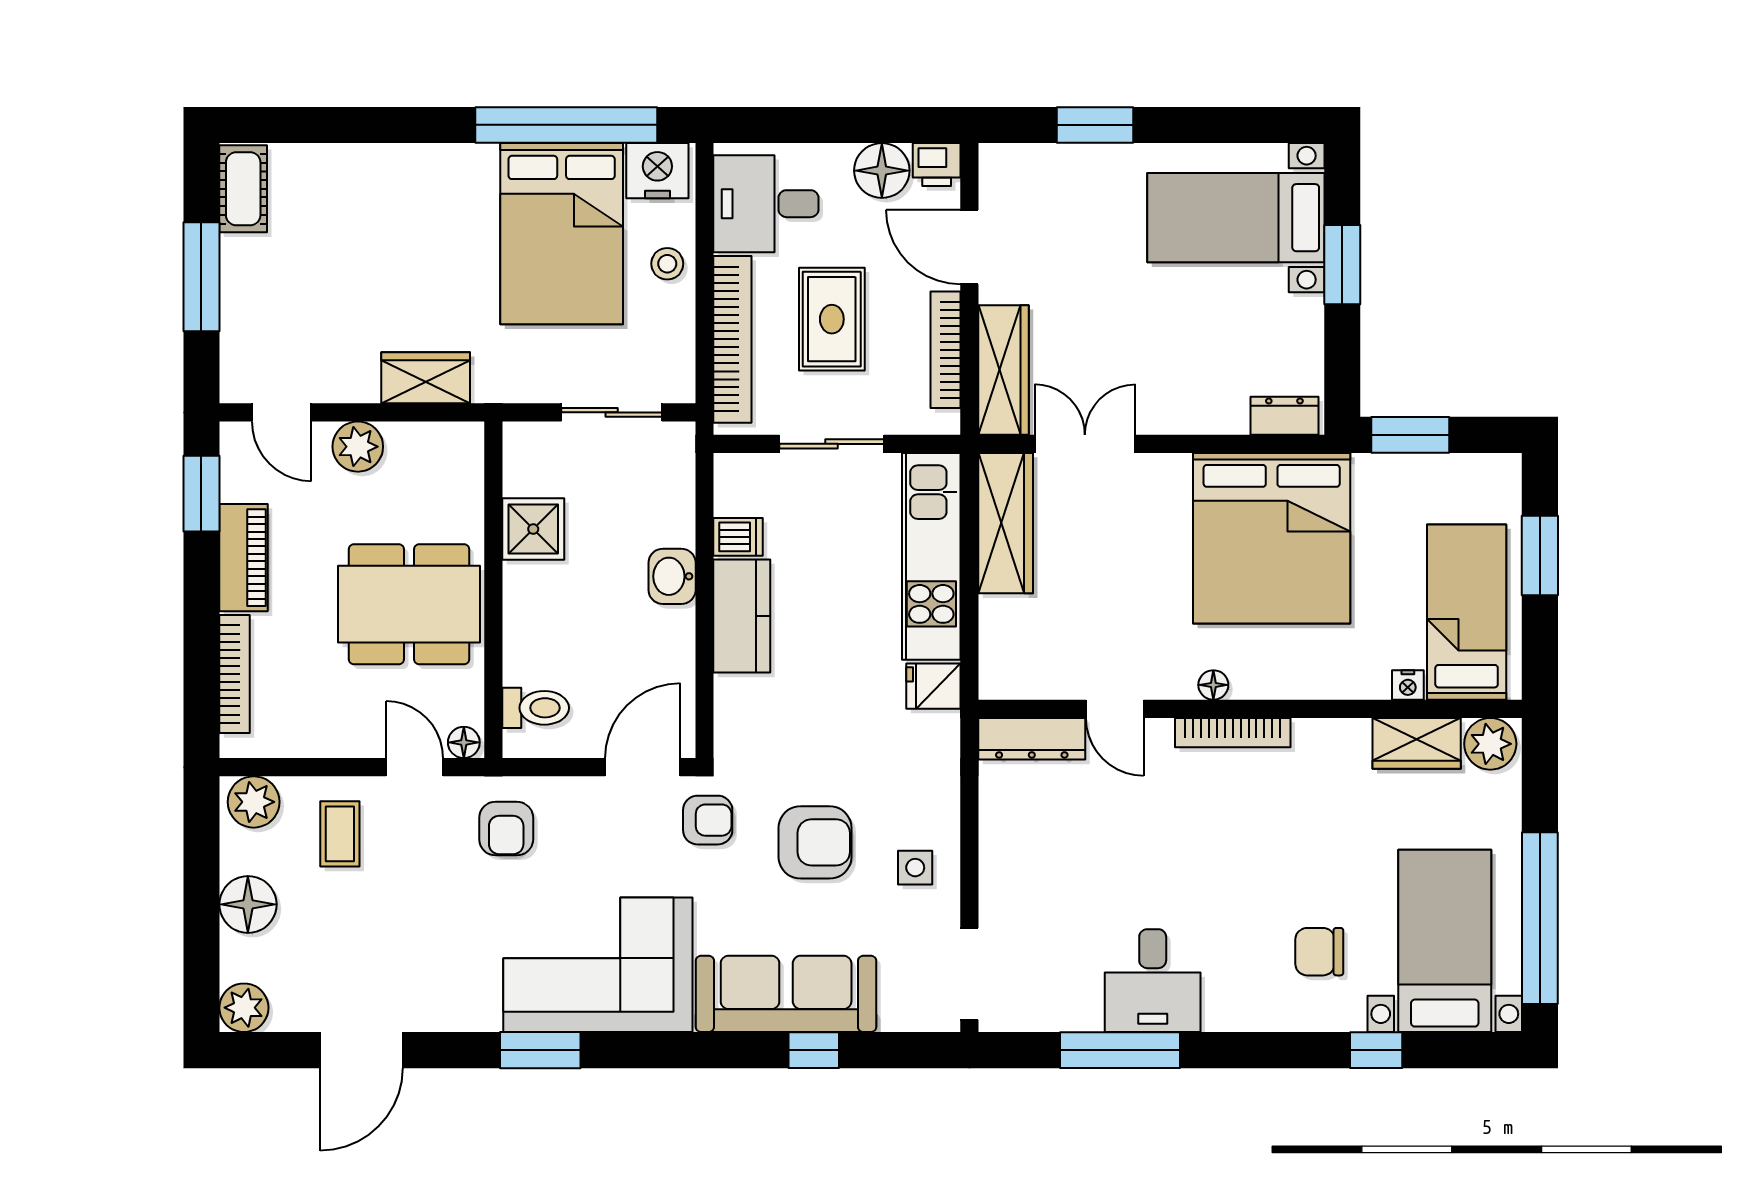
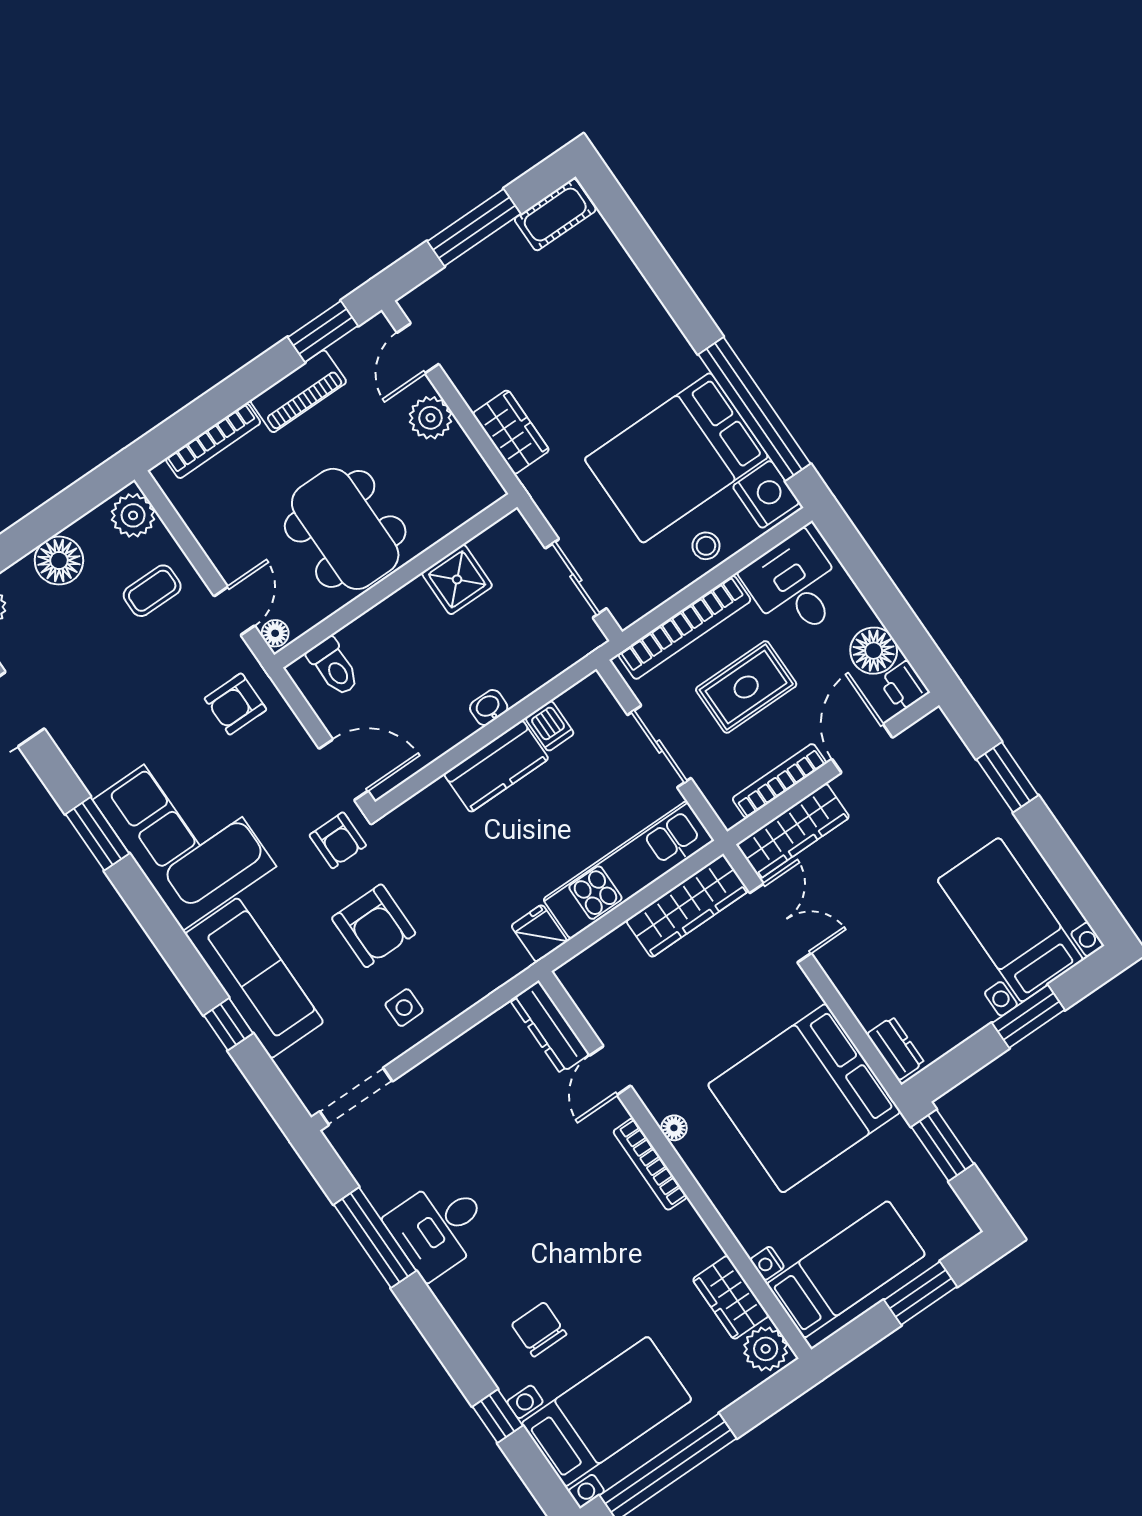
washbasin: (672, 576) -> (489, 708), width x0.72, depth x0.69

